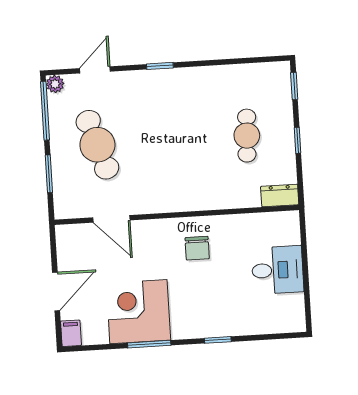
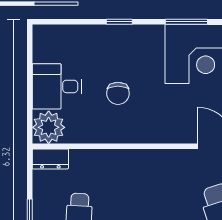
plant: (283, 228) -> (49, 127), added
chair: (197, 248) -> (118, 93), moved, turned 180

